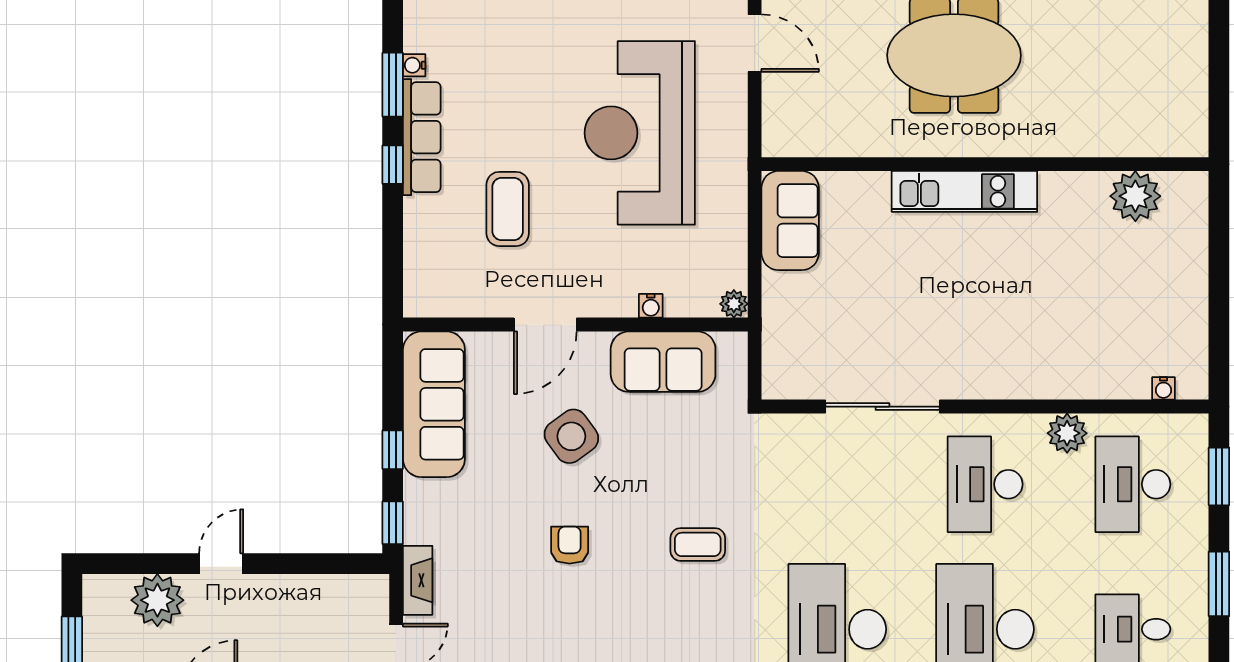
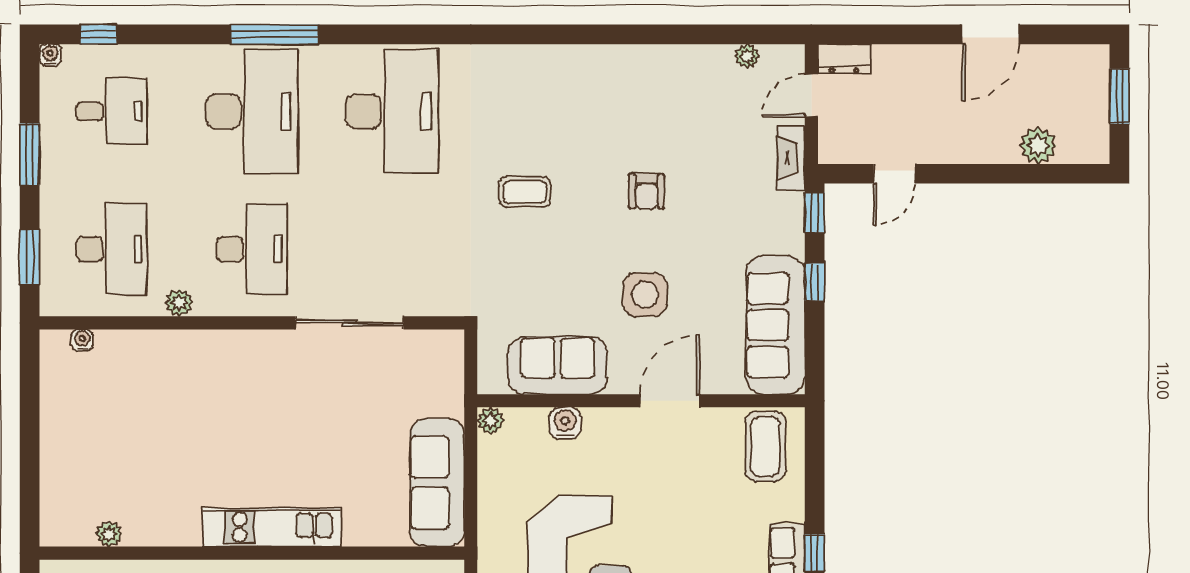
plant: (1135, 196) -> (109, 534), width x0.53, depth x0.53
coffee table: (508, 209) -> (765, 446), moved
sofa: (790, 221) -> (437, 483), width x1.36
water cooler: (651, 306) -> (565, 423), width x1.38, depth x1.38
plant: (1067, 433) -> (179, 303), width x0.73, depth x0.73
side table: (571, 436) -> (645, 295), turned 36
door: (221, 564) -> (894, 174), moved
plant: (157, 600) -> (1038, 146), width x0.73, depth x0.73

